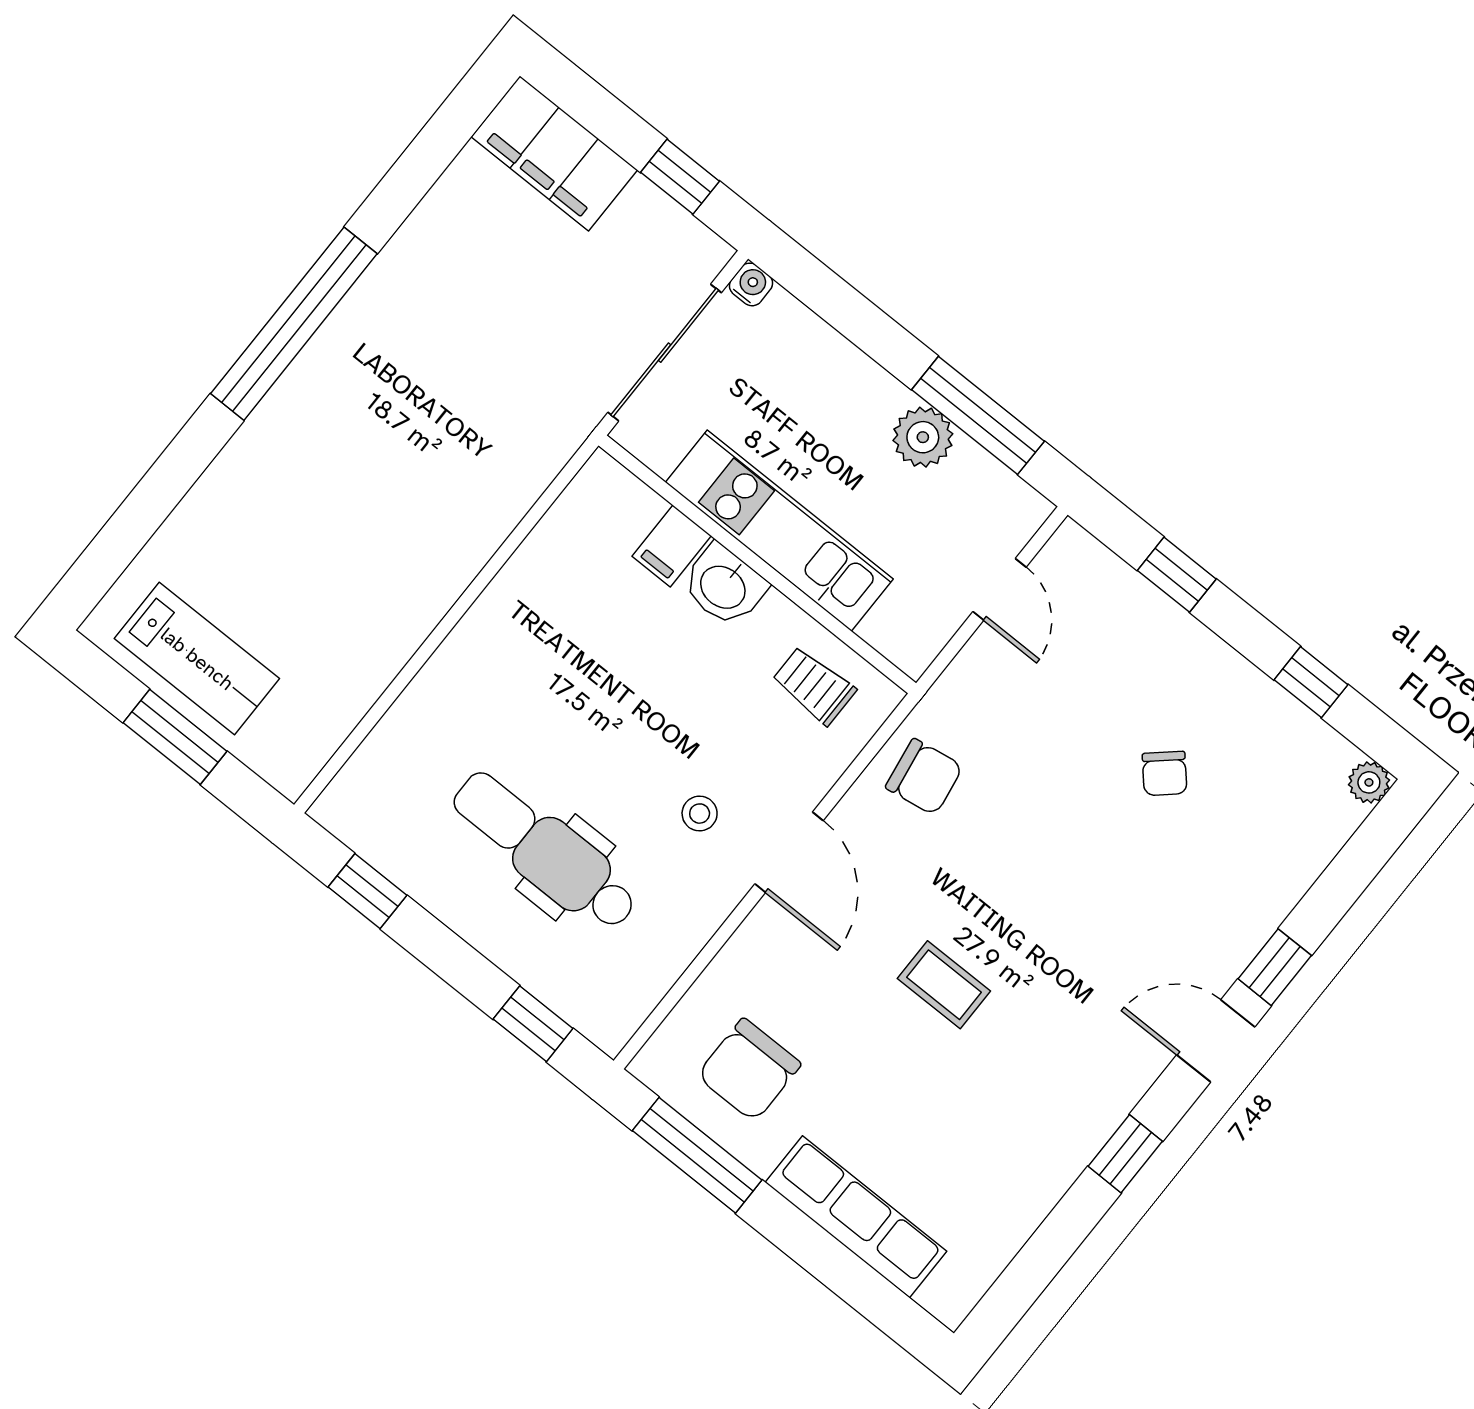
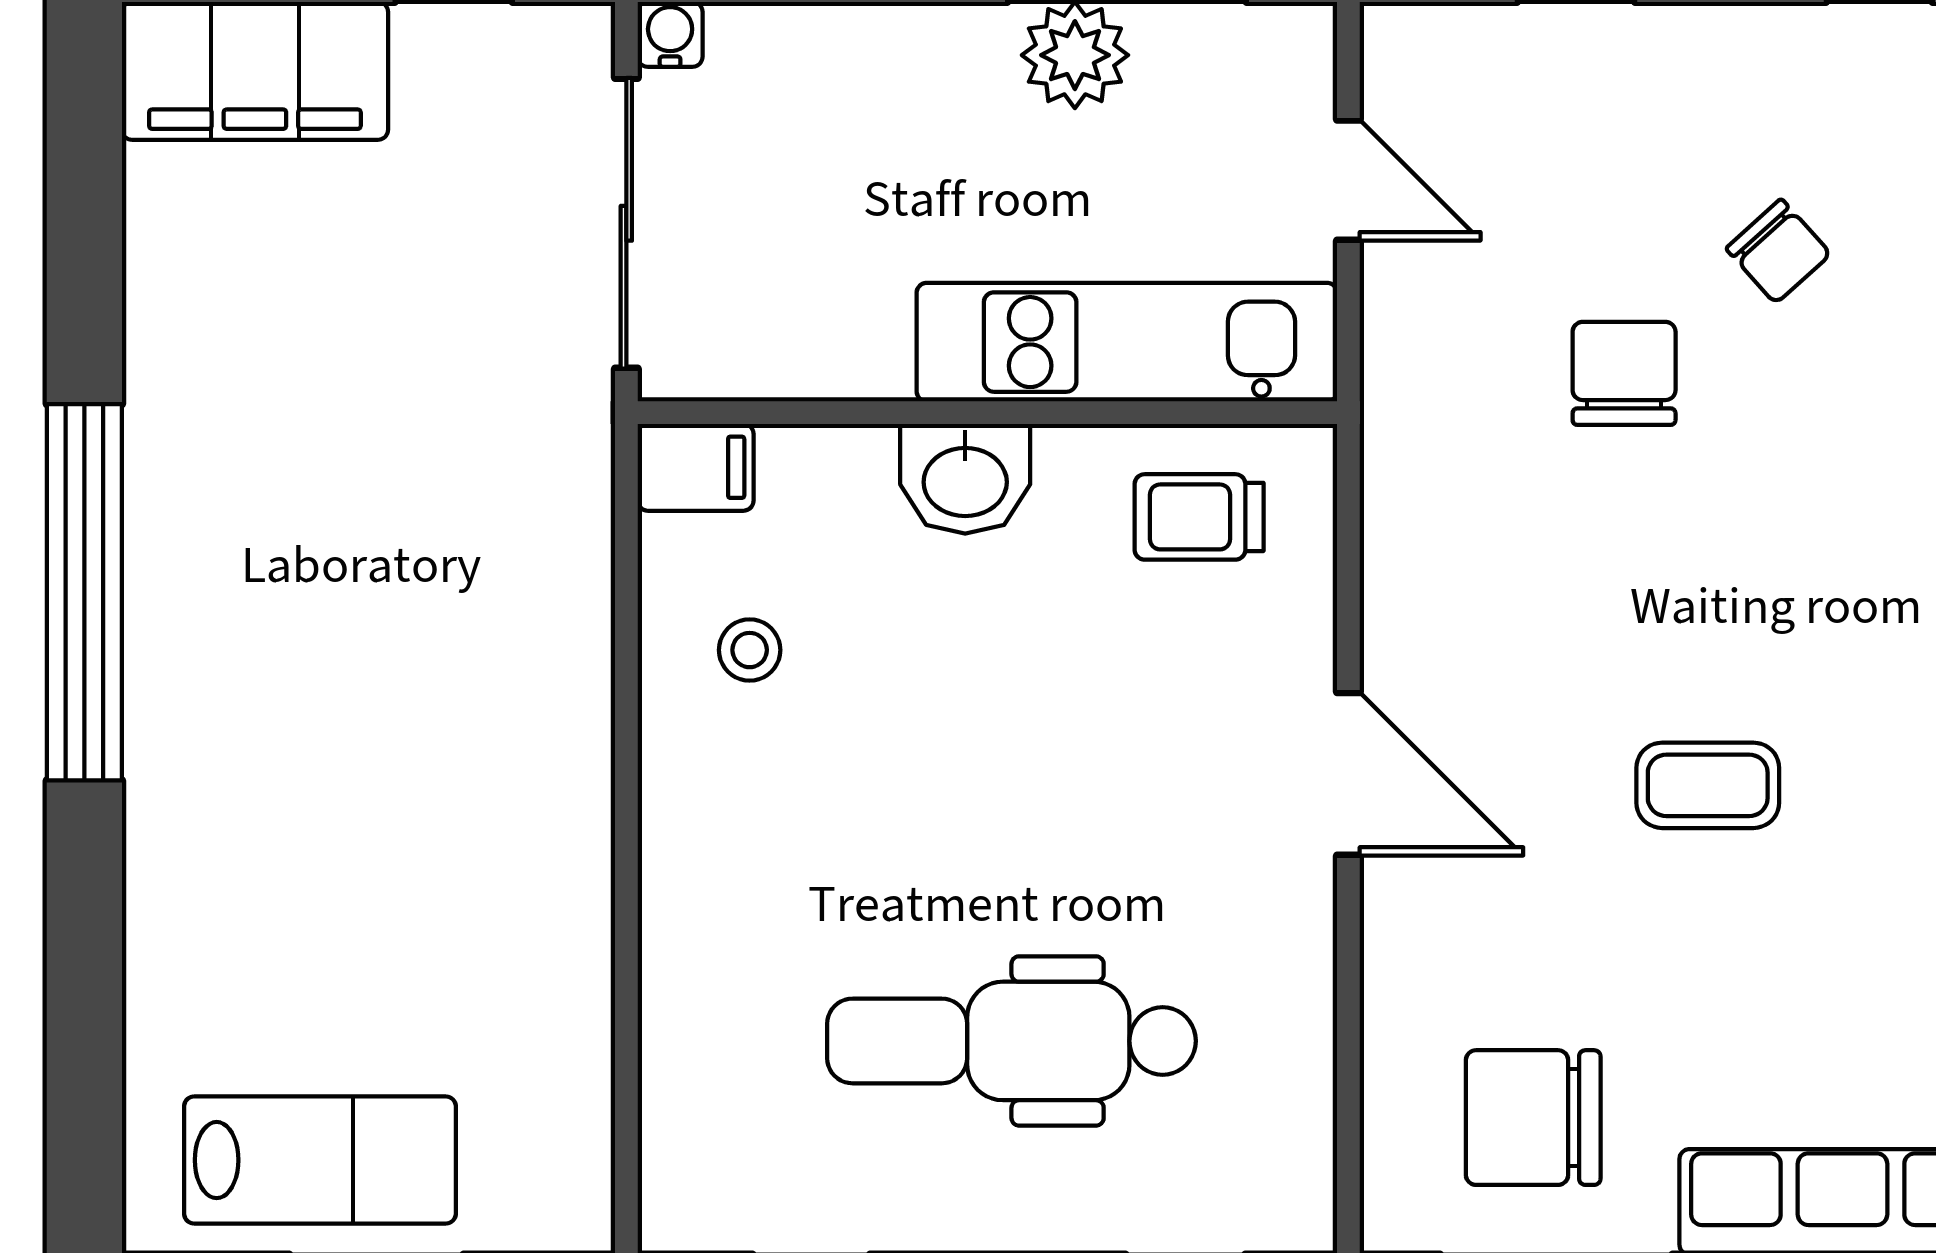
kitchen unit: (779, 531) -> (1127, 342), moved
filing cabinet: (672, 546) -> (696, 467), moved, turned -90
chair: (924, 777) -> (1624, 373), moved, turned -81
stool: (700, 814) -> (750, 650), moved
chair: (749, 1070) -> (1533, 1118), turned 90

